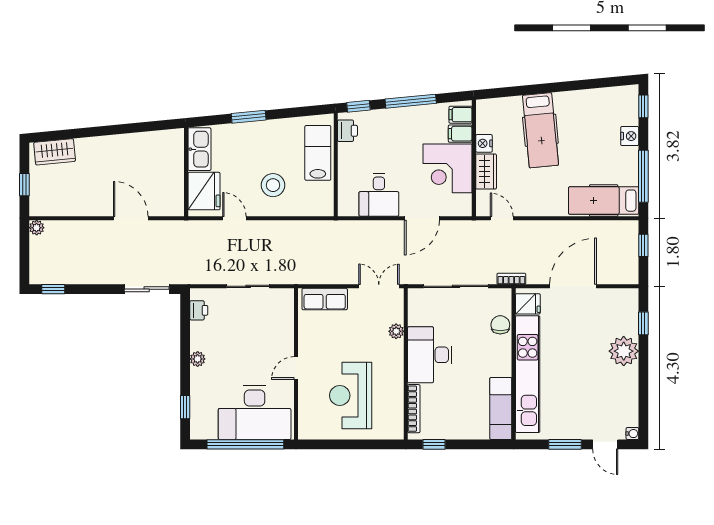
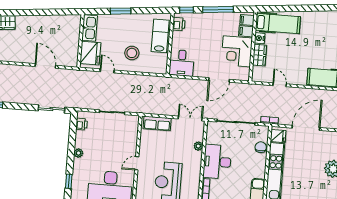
hospital bed: (540, 130) -> (278, 23), moved, turned -84
desk: (379, 195) -> (182, 63), moved
door: (502, 218) -> (280, 85), moved

